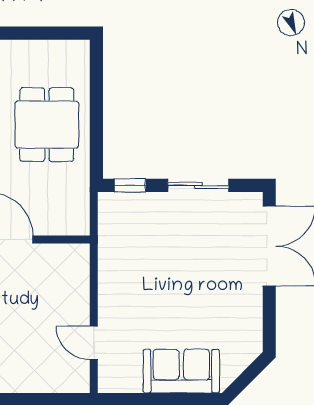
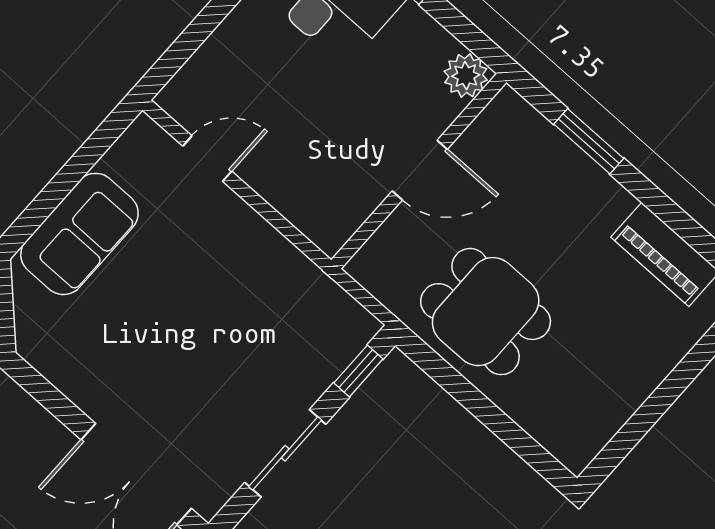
dining table: (47, 125) -> (486, 312), moved

